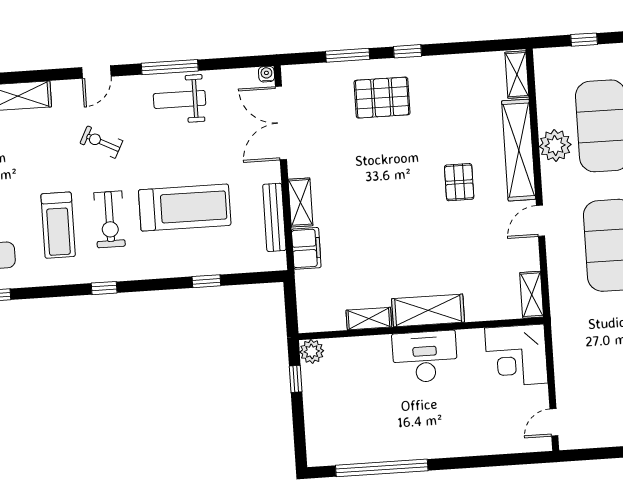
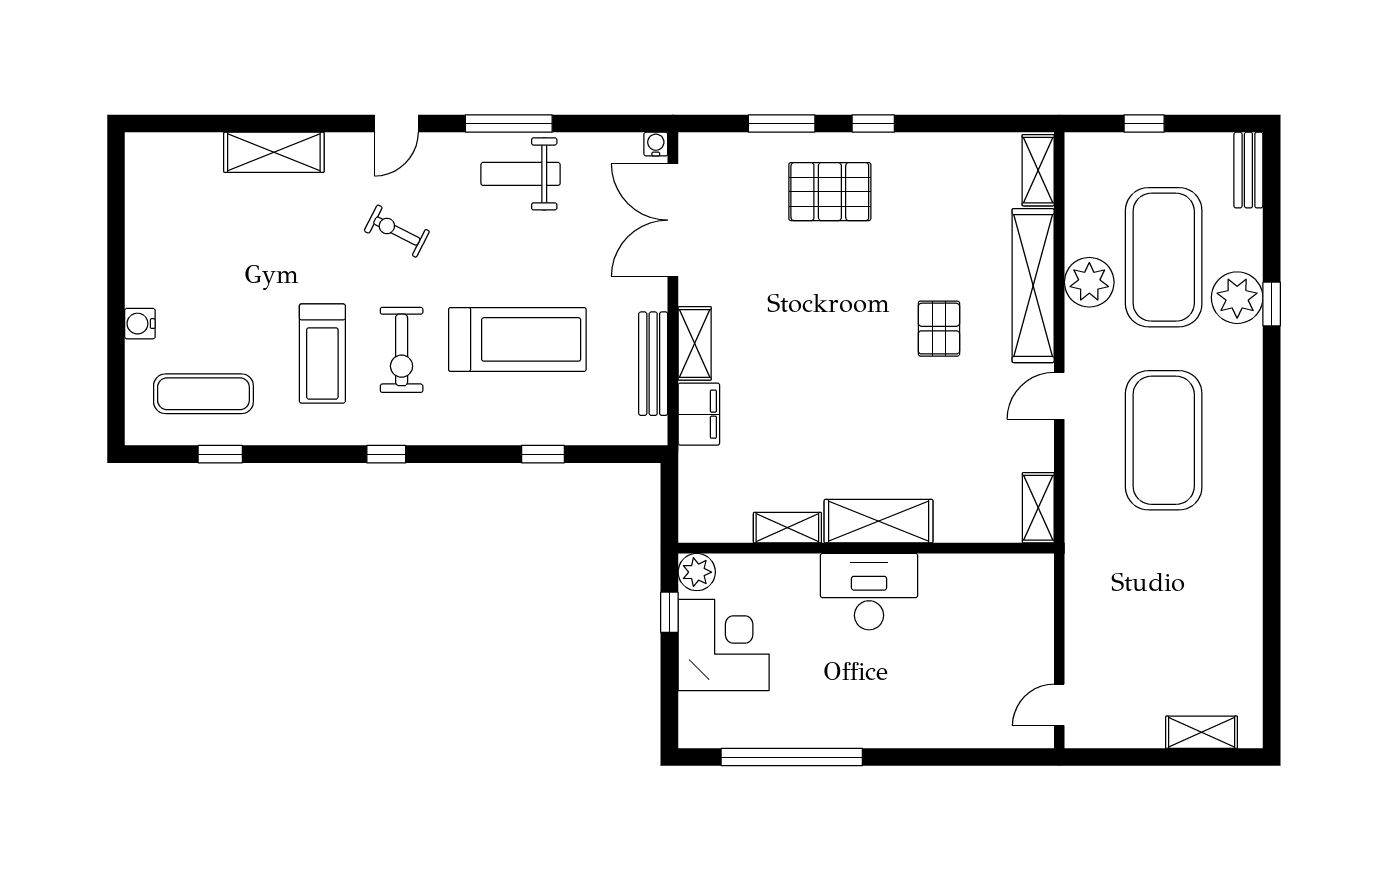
corner desk: (516, 355) -> (724, 645), moved, turned 180

